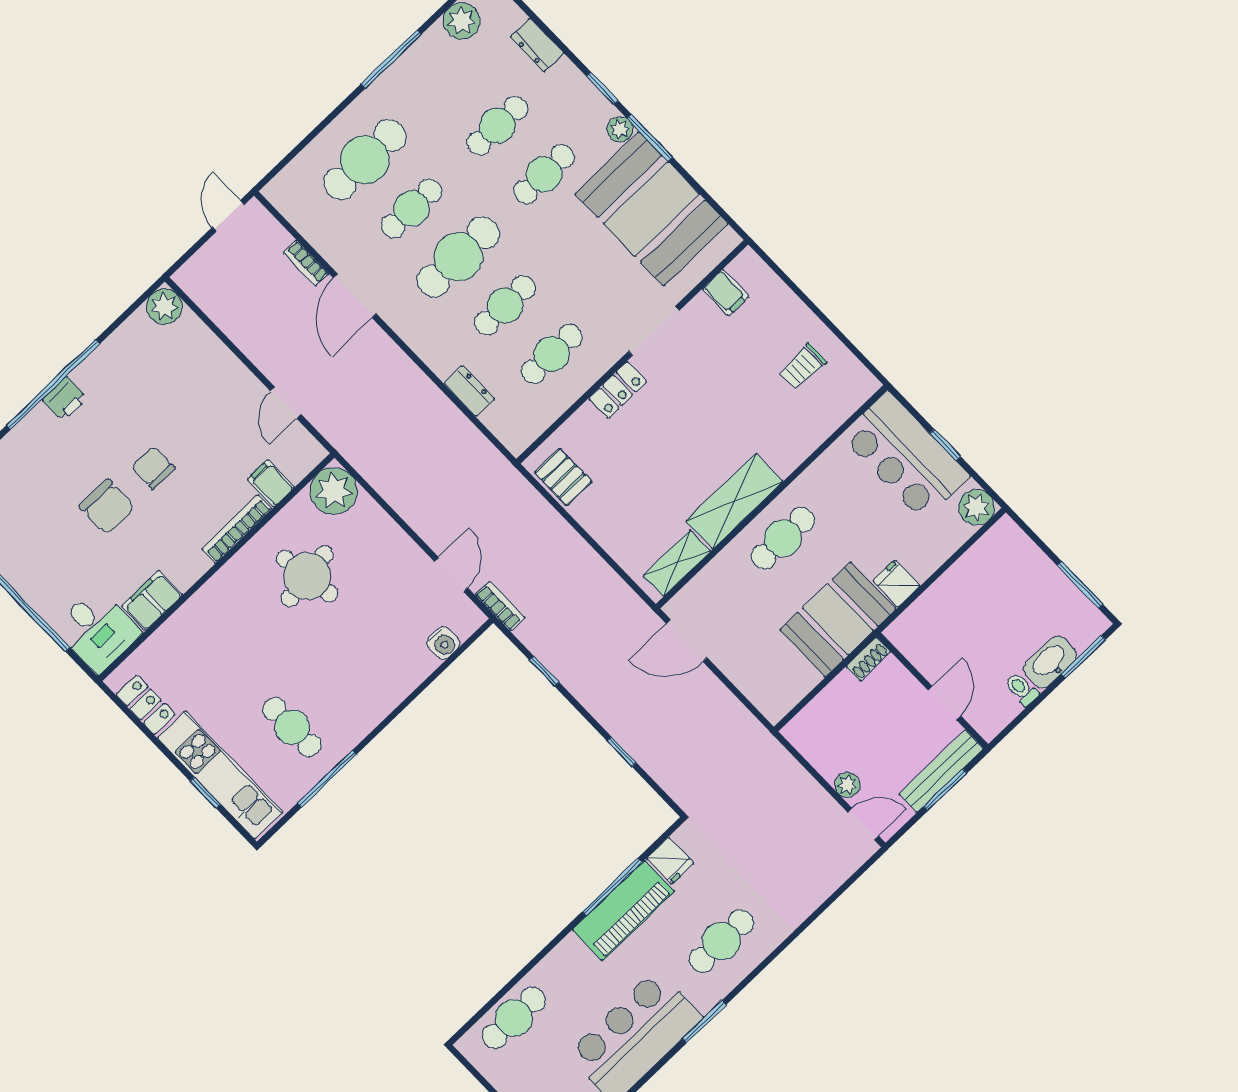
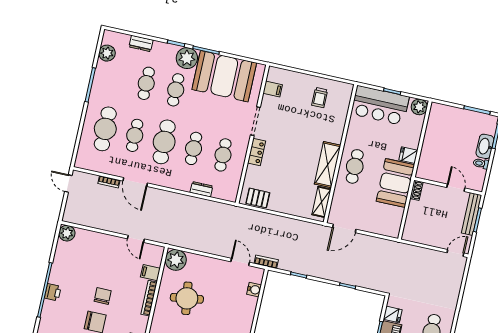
plant: (620, 129) -> (187, 58), width x1.88, depth x1.88
chair: (153, 468) -> (103, 296), turned 90
plant: (847, 785) -> (440, 242), removed

